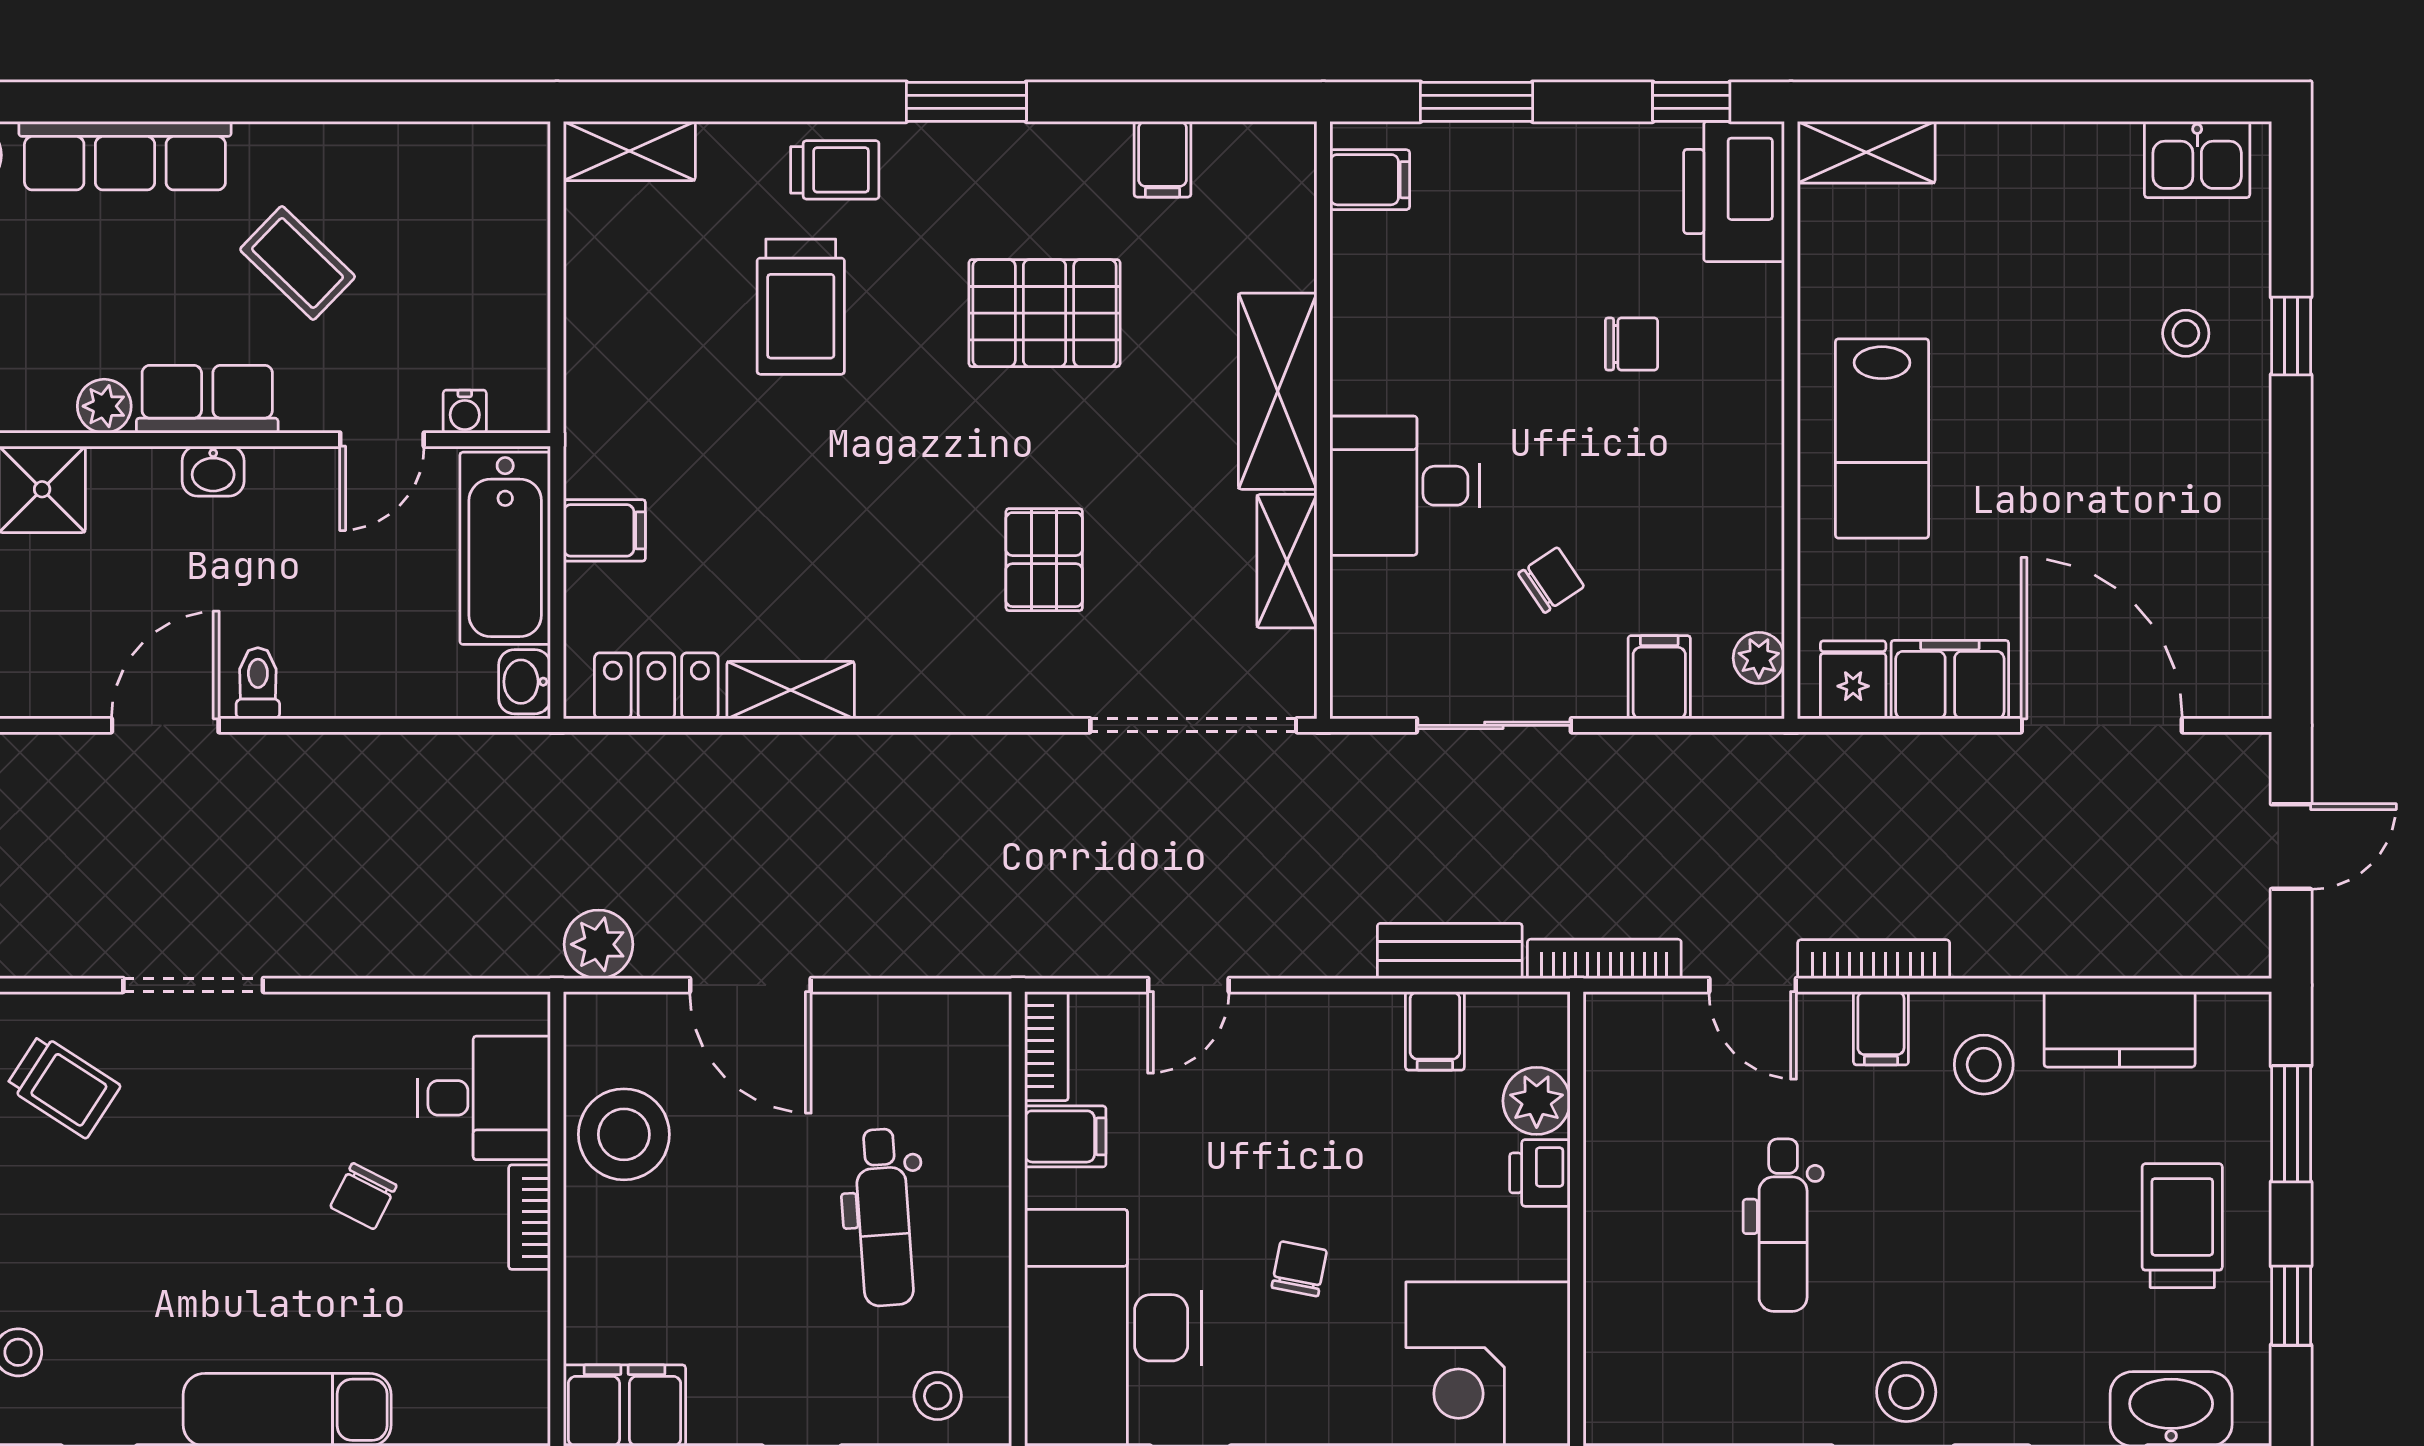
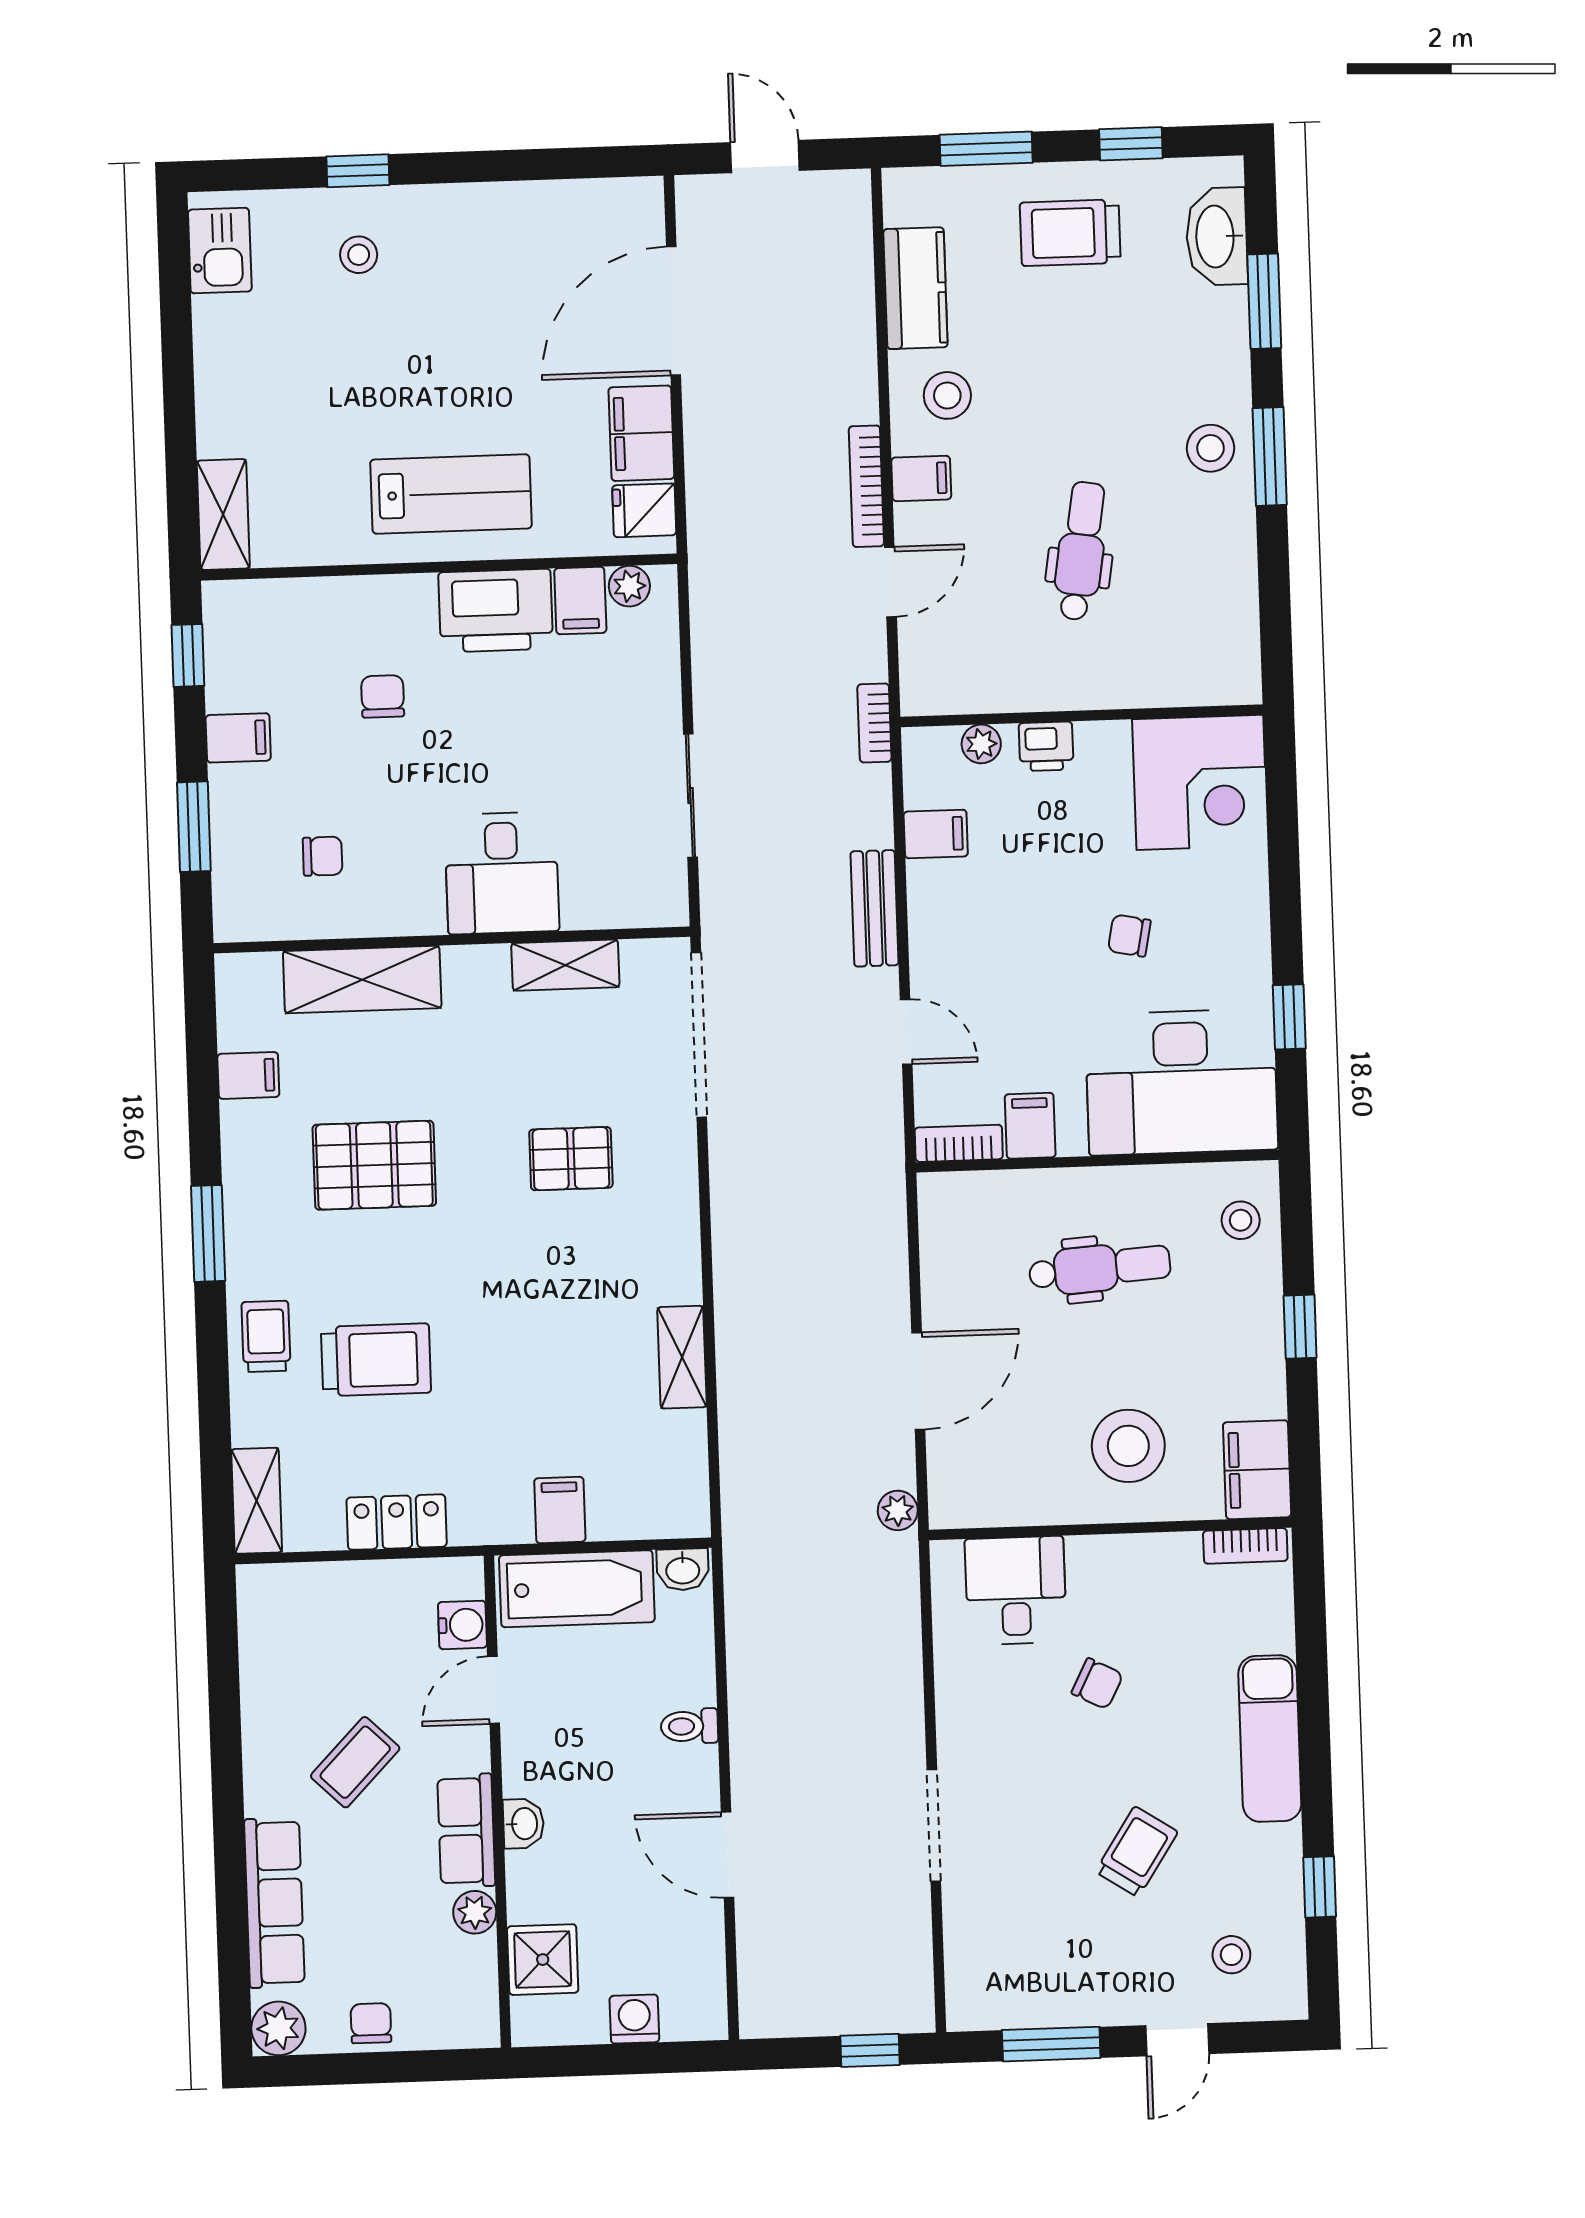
filing cabinet: (1370, 180) -> (238, 738), moved, turned 90
printer: (1734, 191) -> (496, 611), moved
pallet: (1044, 313) -> (374, 1165), turned 90
shelving: (1278, 391) -> (362, 980), moved
water cooler: (465, 412) -> (462, 1625), width x1.38, depth x1.38
door: (382, 440) -> (494, 1690), swing flipped
chair: (1551, 580) -> (323, 856), moved, turned 124
filing cabinet: (1659, 677) -> (580, 601), moved, turned -90
toilet: (258, 683) -> (689, 1726), moved
locker: (656, 686) -> (397, 1522), moved, turned 90
plant: (598, 944) -> (898, 1510), width x0.73, depth x0.73
bench: (1450, 951) -> (875, 908), moved
bookcase: (1604, 959) -> (874, 723), width x0.64
trolley: (63, 1086) -> (1137, 1852), moved
plant: (1537, 1101) -> (981, 744), width x0.73, depth x0.73
stool: (624, 1134) -> (1128, 1446), moved
bookcase: (530, 1217) -> (1245, 1546), moved
dental chair: (1783, 1225) -> (1081, 551), turned -81

